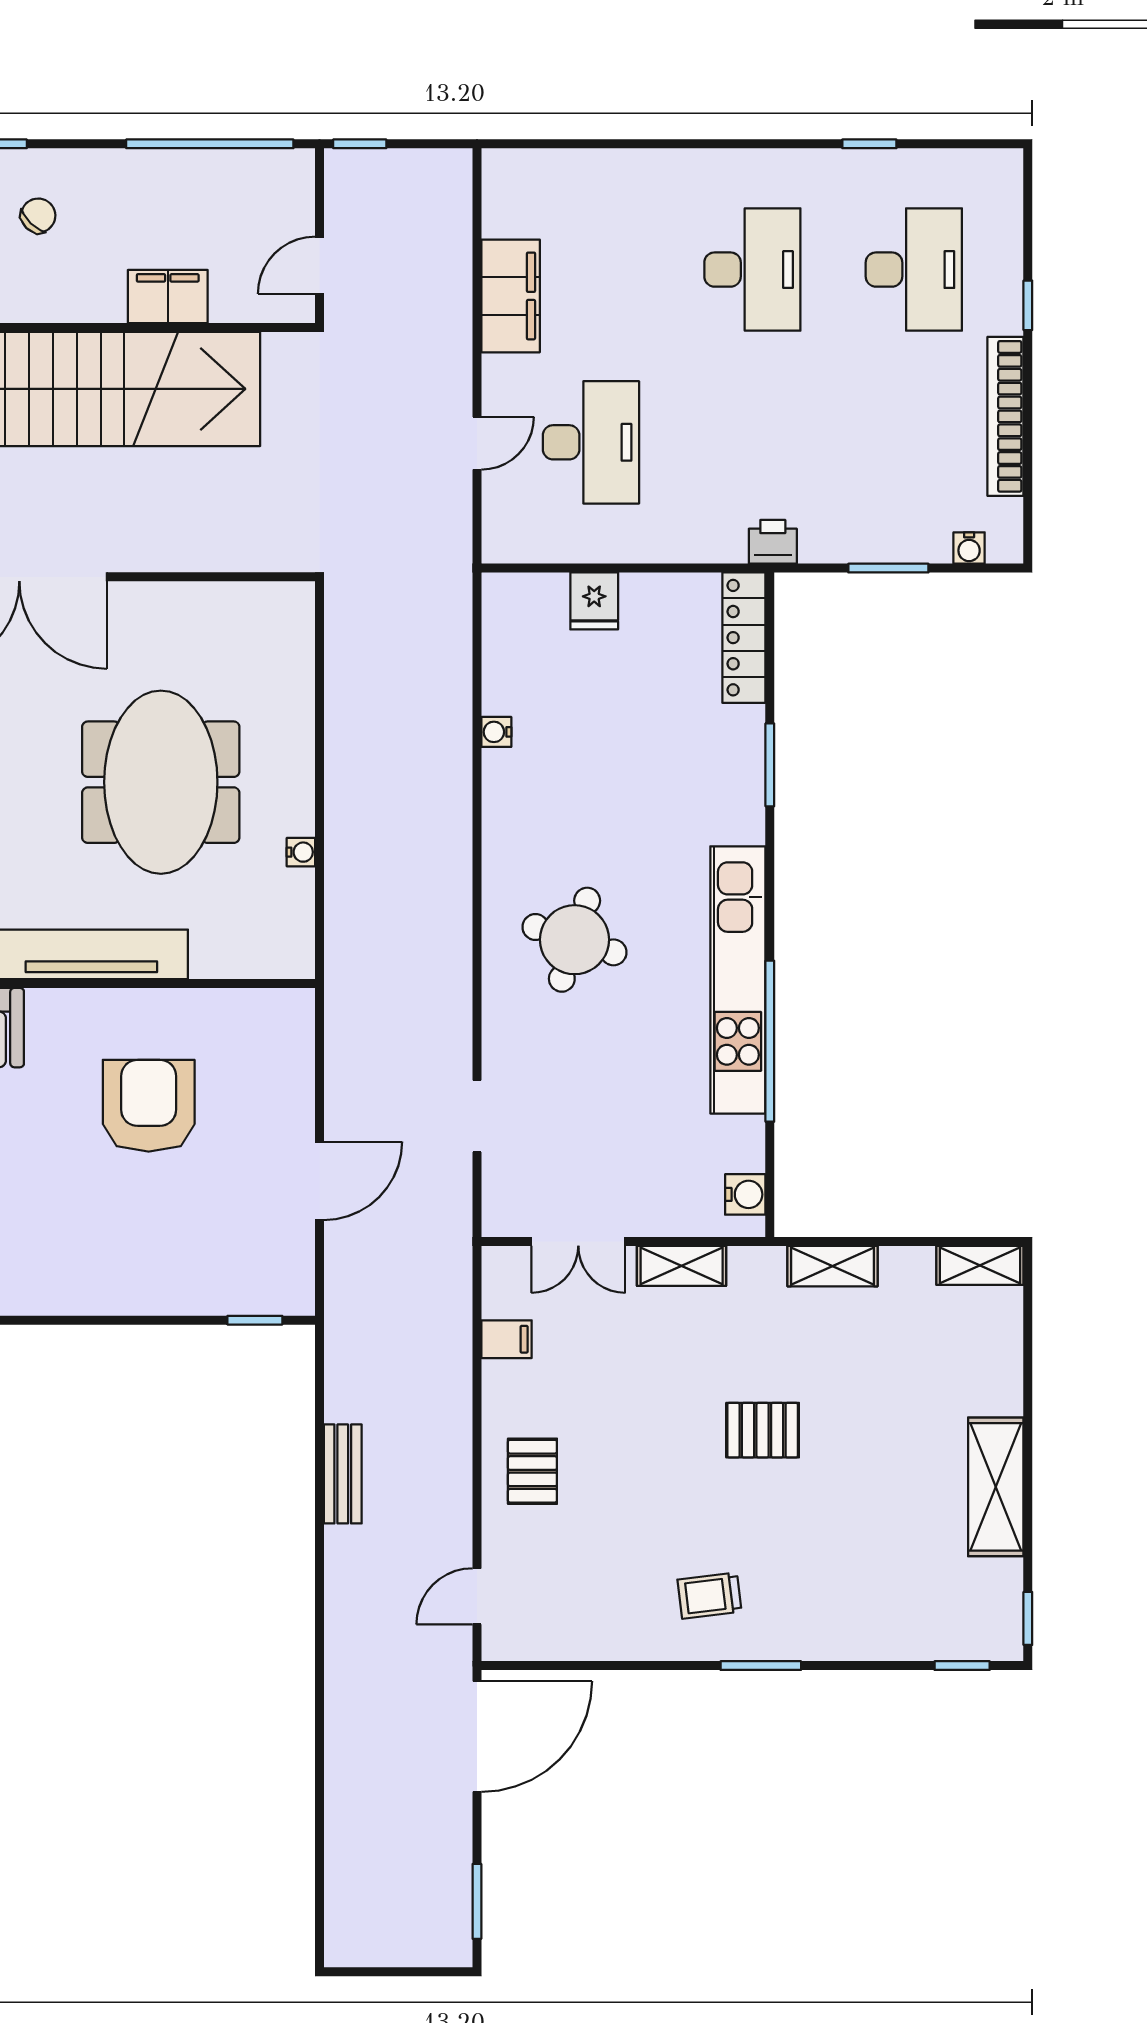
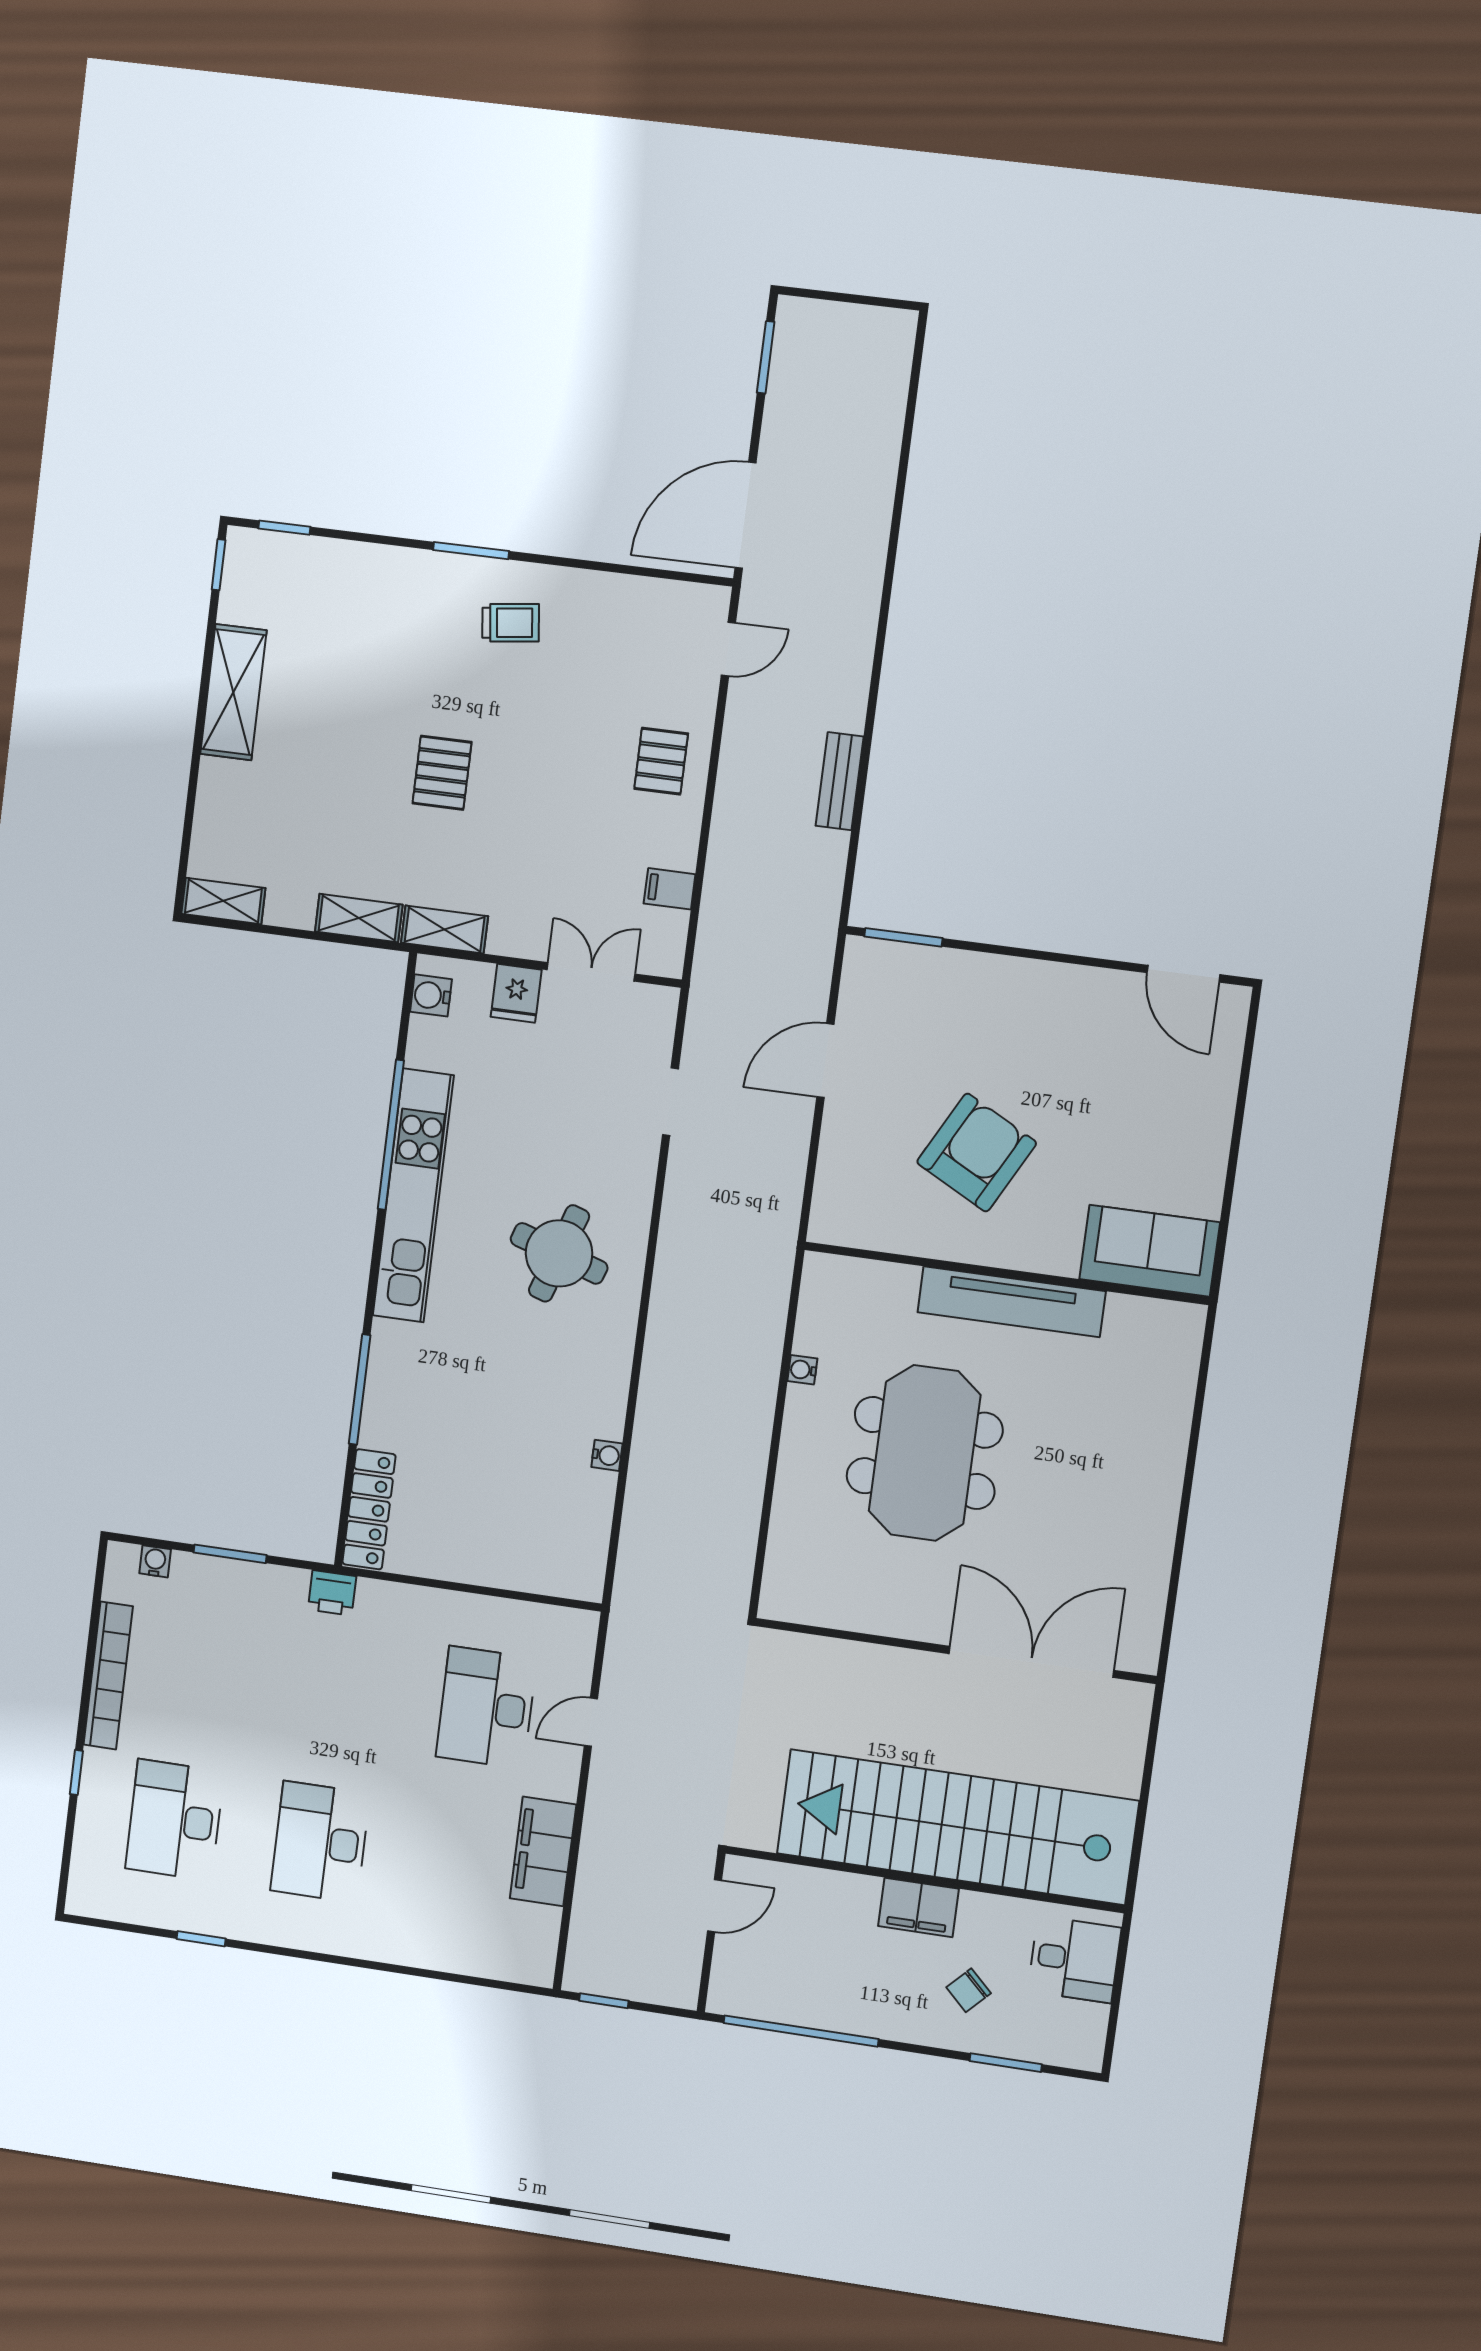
window: (360, 144) -> (604, 2001), moved
filing cabinet: (168, 297) -> (918, 1907), moved
fridge: (594, 601) -> (516, 993), moved, turned 180
window: (770, 765) -> (360, 1389), width x1.44
armchair: (149, 1106) -> (977, 1153), turned -152
shelving: (682, 1266) -> (445, 929), moved
window: (255, 1320) -> (903, 937), width x1.50
pallet: (763, 1430) -> (442, 773), turned 90

